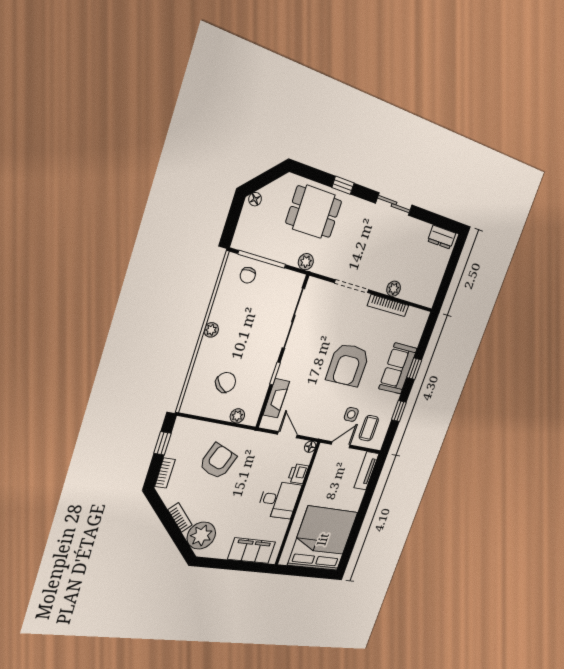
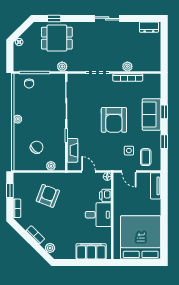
window: (343, 185) -> (54, 18), moved
door: (341, 445) -> (129, 172), swing flipped
plant: (201, 536) -> (50, 248), width x0.53, depth x0.53

